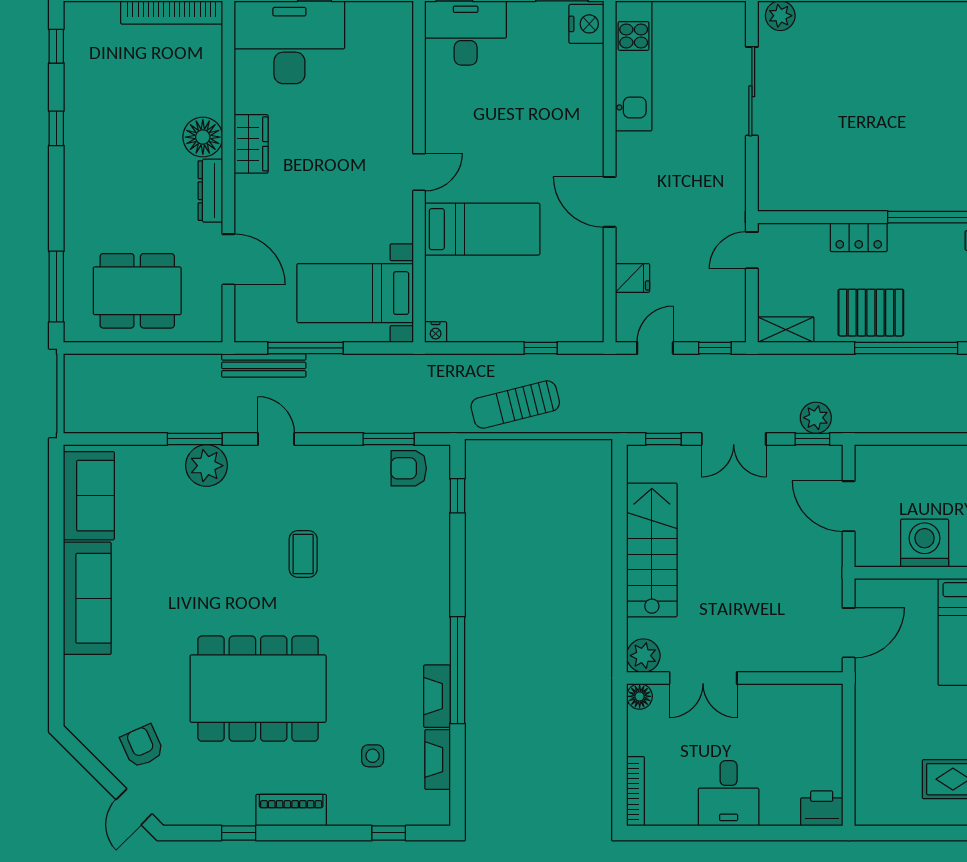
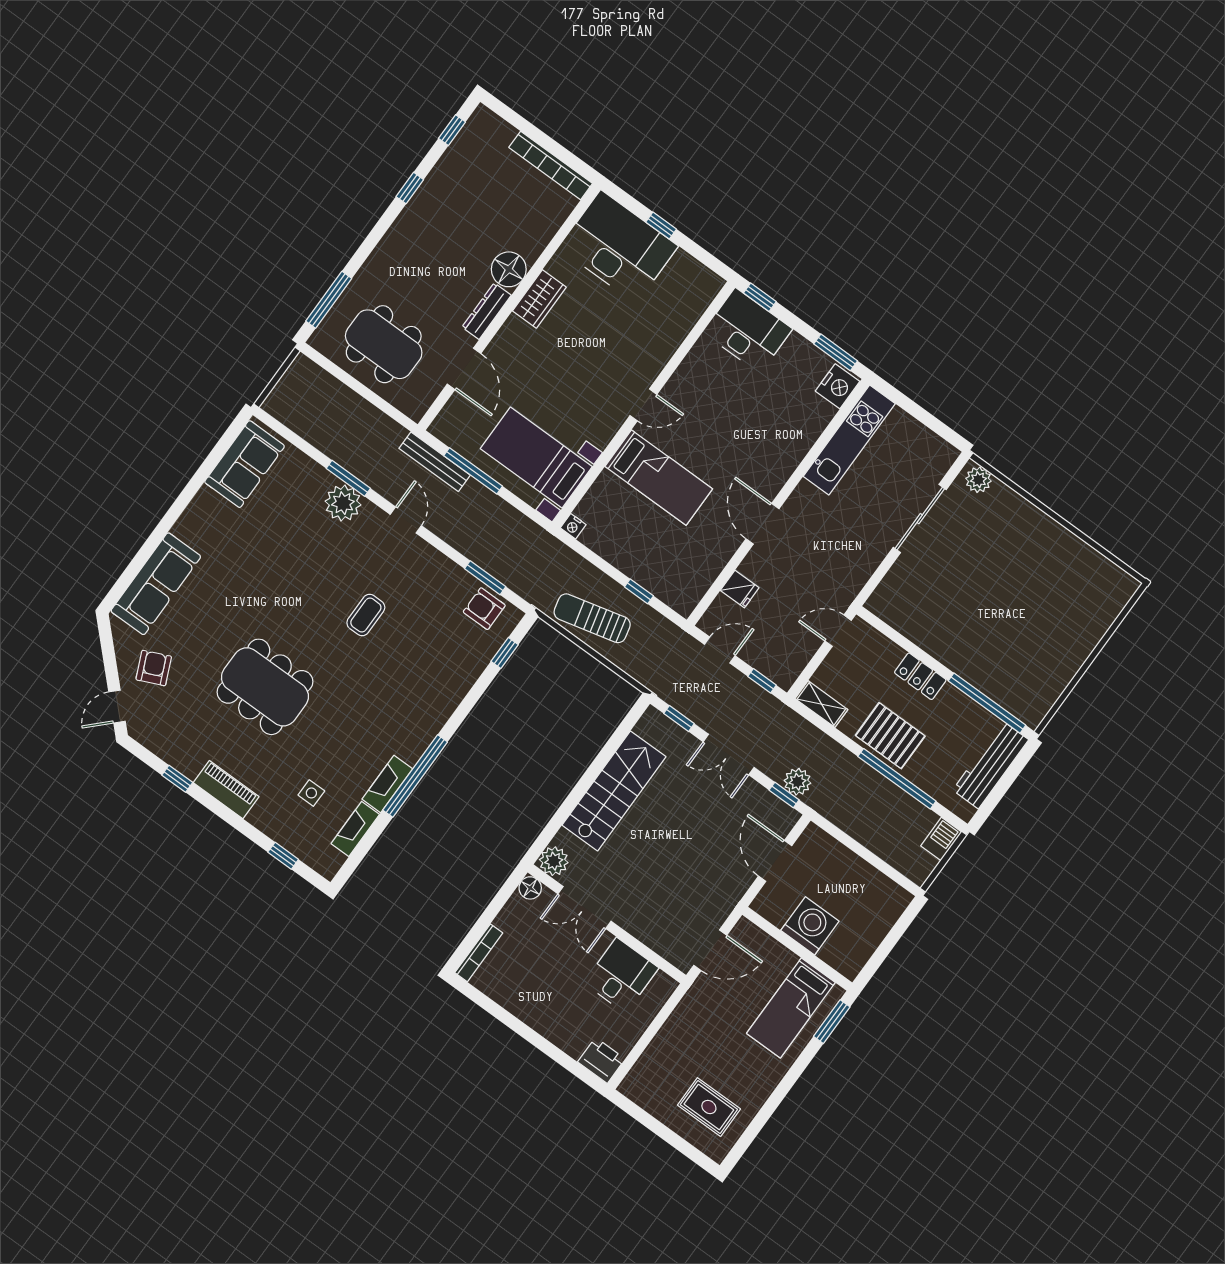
sofa: (87, 598) -> (156, 584), moved
dining table: (258, 689) -> (265, 687), width x0.73, depth x0.80
desk: (729, 793) -> (621, 975), moved, turned 180

